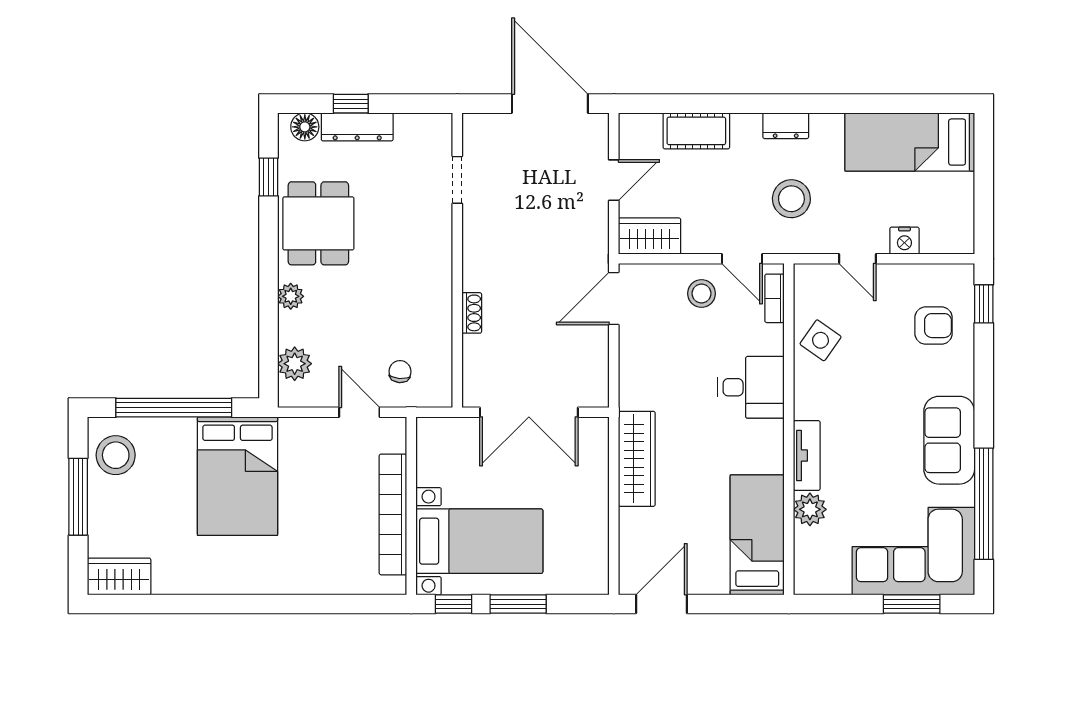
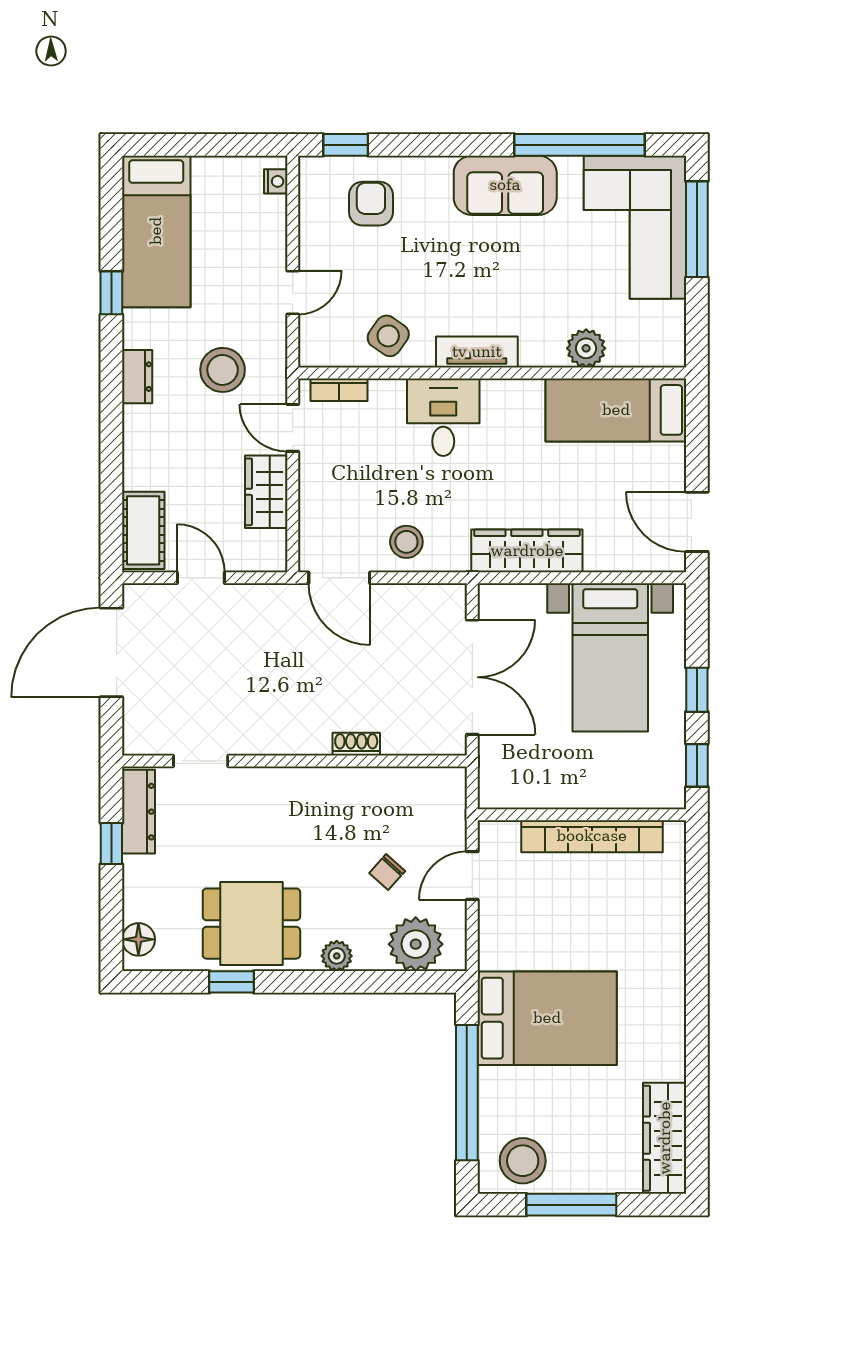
window: (351, 104) -> (111, 844), moved
window: (857, 104) -> (111, 293), added
dresser: (357, 127) -> (139, 812), moved
cot: (696, 131) -> (143, 530), moved
window: (268, 177) -> (232, 982), moved
wardrobe: (650, 236) -> (266, 492), moved
nightstand: (904, 241) -> (276, 181), moved, width x0.72, depth x0.74
door: (742, 259) -> (293, 428), swing flipped
stool: (702, 293) -> (406, 542), moved
plant: (295, 364) -> (416, 944), width x1.36, depth x1.36
chair: (400, 372) -> (387, 872), moved, turned -53
tv unit: (807, 456) -> (477, 352), moved
bed with nightstands: (479, 541) -> (610, 657), moved, turned 180
wardrobe: (119, 576) -> (665, 1138), width x1.50
window: (518, 604) -> (697, 690), width x0.67
window: (912, 604) -> (697, 229), width x1.44

